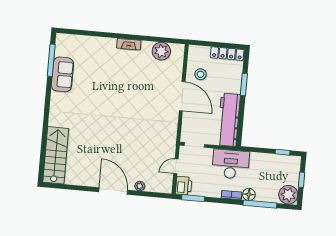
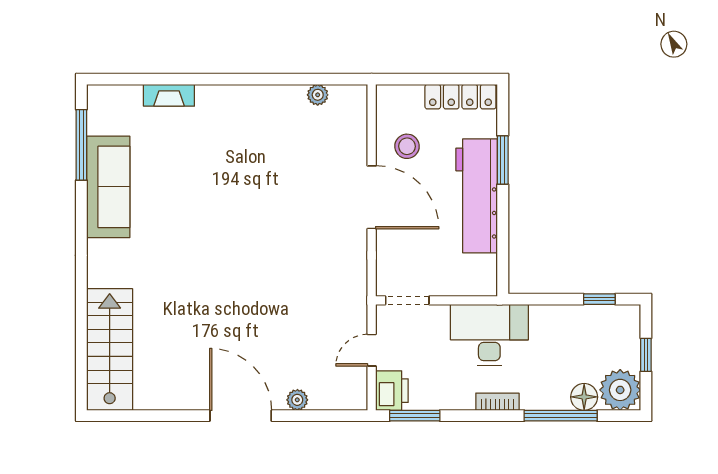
fireplace: (129, 44) -> (169, 95), moved
plant: (161, 51) -> (318, 95), width x0.53, depth x0.53
sofa: (62, 74) -> (108, 187), width x1.36
workbench: (229, 120) -> (477, 196), moved
floor lamp: (249, 194) -> (584, 397), moved

